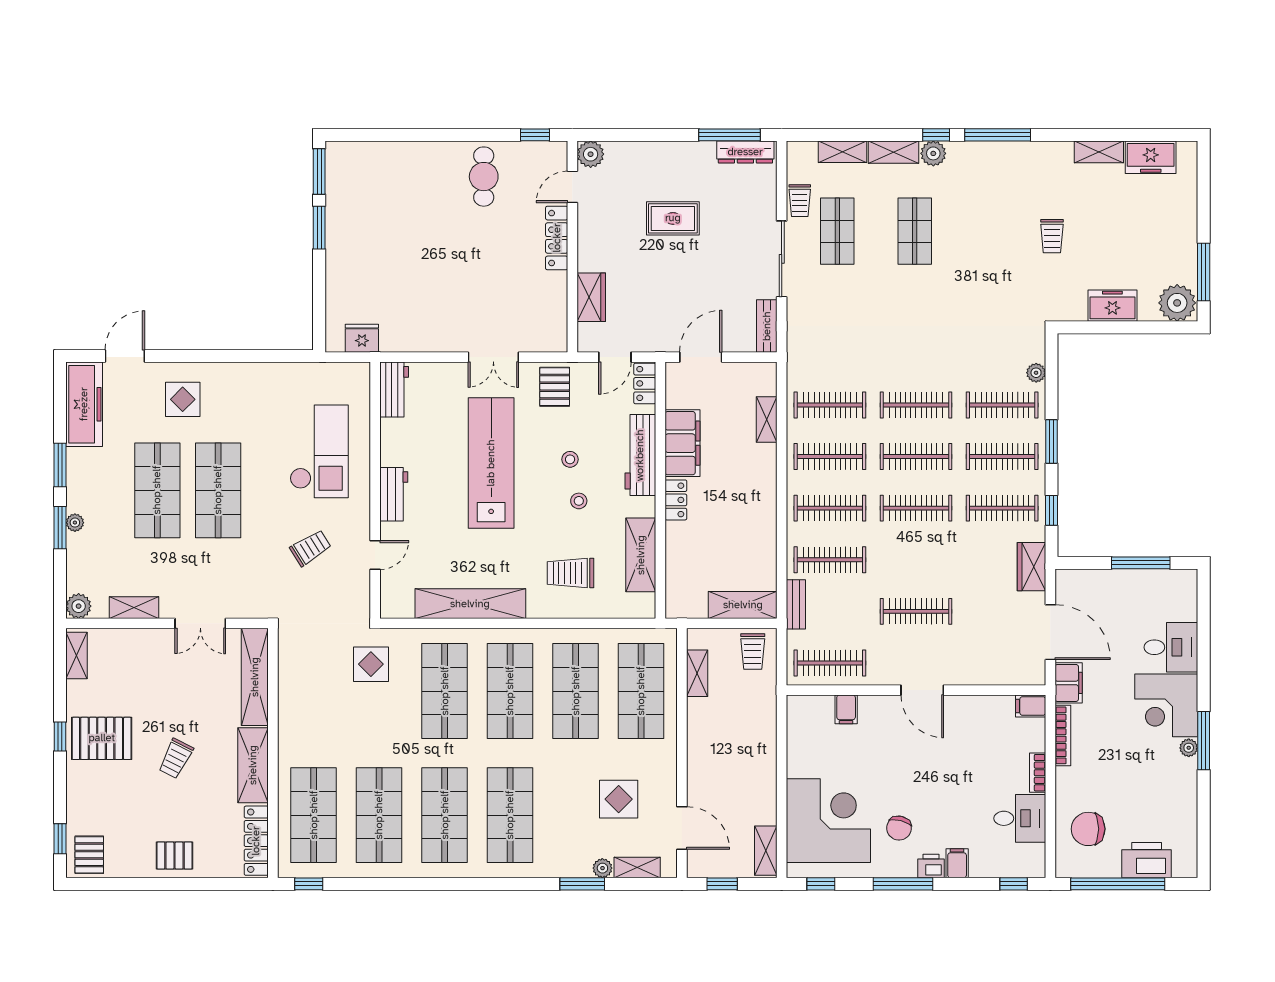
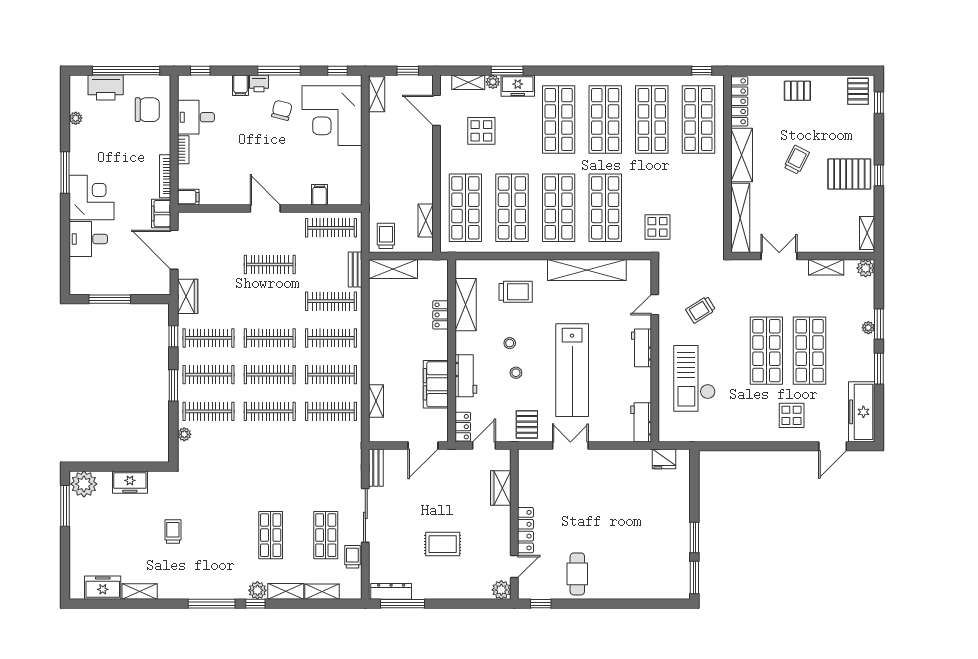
workbench: (640, 455) -> (466, 376), width x0.73
locker: (676, 500) -> (441, 315), moved
plant: (1189, 748) -> (76, 118), moved
freezer: (568, 863) -> (518, 86), added

